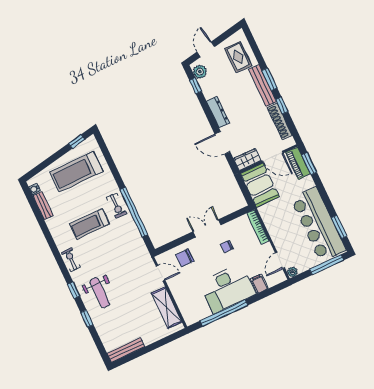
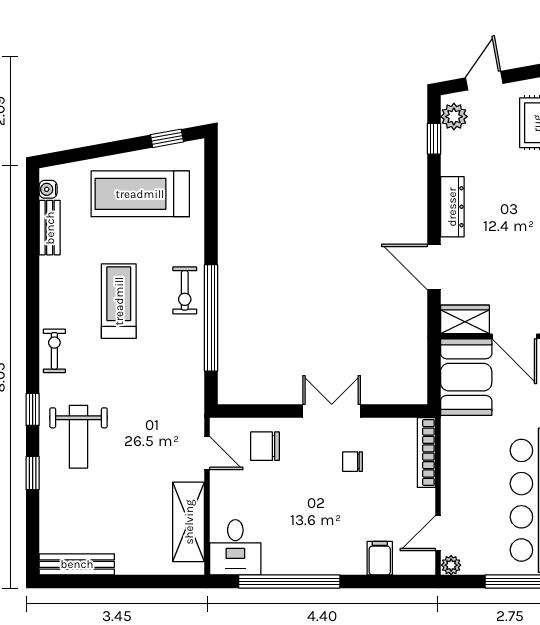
treadmill: (89, 224) -> (119, 301), turned 90
desk: (227, 288) -> (235, 547), moved, width x0.53, depth x0.77

